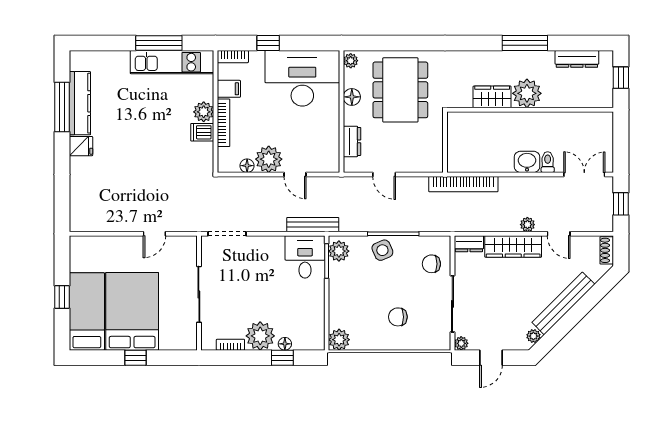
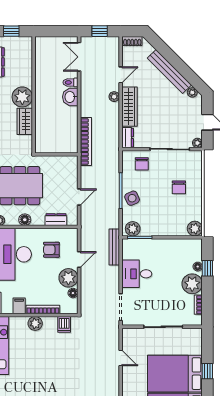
dishwasher: (202, 132) -> (64, 324), moved
armchair: (309, 135) -> (51, 250), added
desk: (305, 257) -> (137, 274), moved

